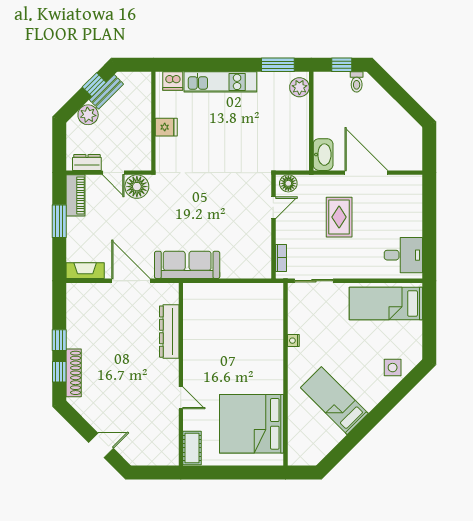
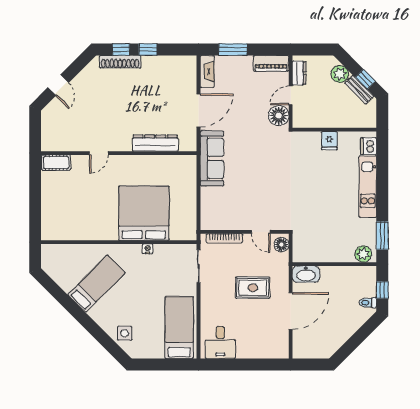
window: (59, 221) -> (233, 50), moved
bookcase: (281, 258) -> (224, 238), width x1.56
bed: (252, 424) -> (144, 213), moved

